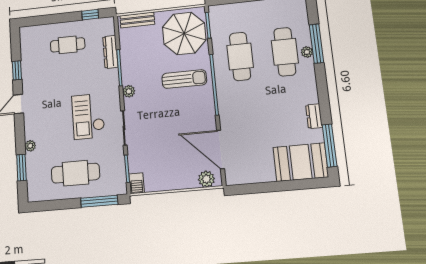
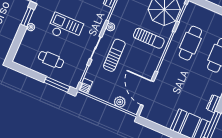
checkout: (88, 116) -> (65, 28), moved, turned 90
sun lounger: (152, 124) -> (114, 55), added
window: (21, 168) -> (27, 17), moved
cafe table: (76, 173) -> (51, 60), width x0.73, depth x0.74
plant: (206, 179) -> (120, 102), moved

